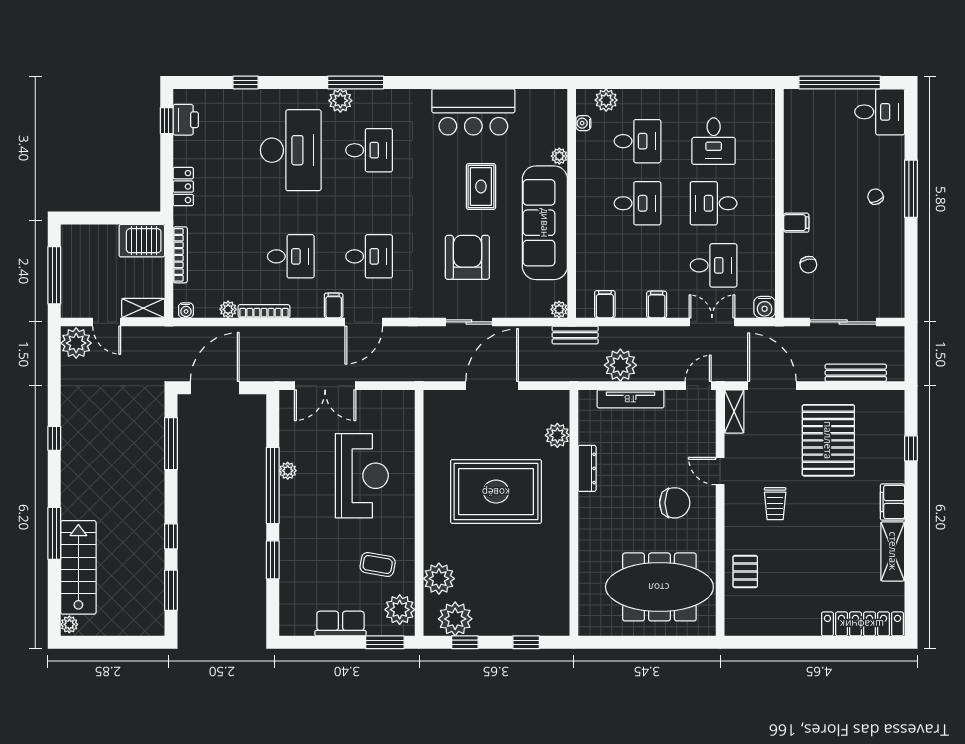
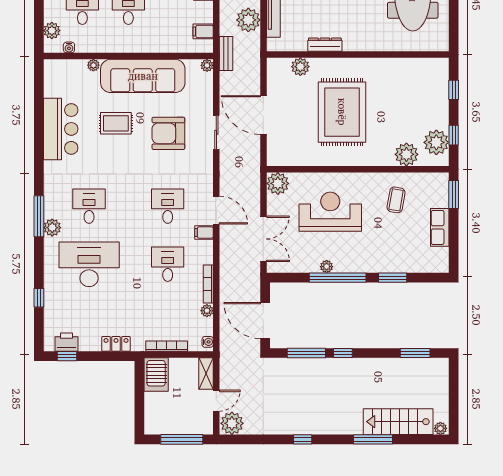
window: (171, 536) -> (343, 353), moved
plant: (400, 610) -> (278, 183), moved

